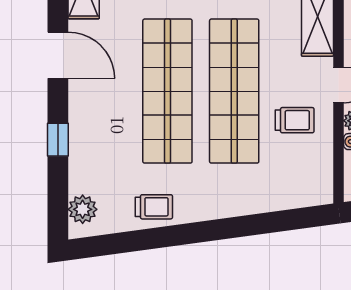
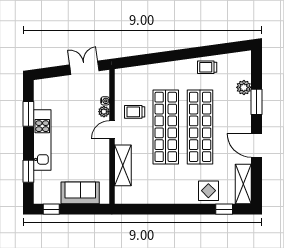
window: (58, 140) -> (256, 102), width x1.50
plant: (83, 209) -> (244, 87), moved

